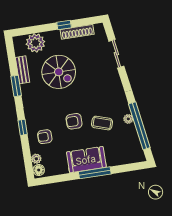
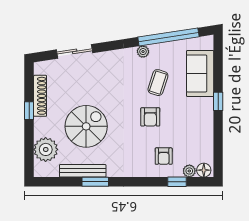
bench: (23, 70) -> (83, 171), width x1.36
plant: (128, 119) -> (143, 52), moved
window: (23, 127) -> (177, 182), moved
sofa: (86, 160) -> (200, 73), moved
window: (95, 173) -> (218, 101), width x0.46

